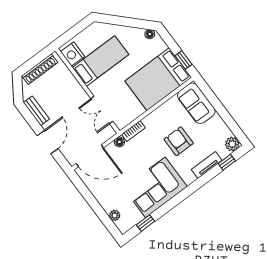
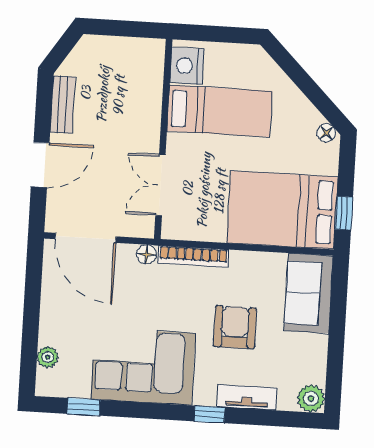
shoe rack: (40, 69) -> (120, 47), removed
bookcase: (133, 131) -> (193, 256), width x1.56
window: (227, 162) -> (209, 414), moved

